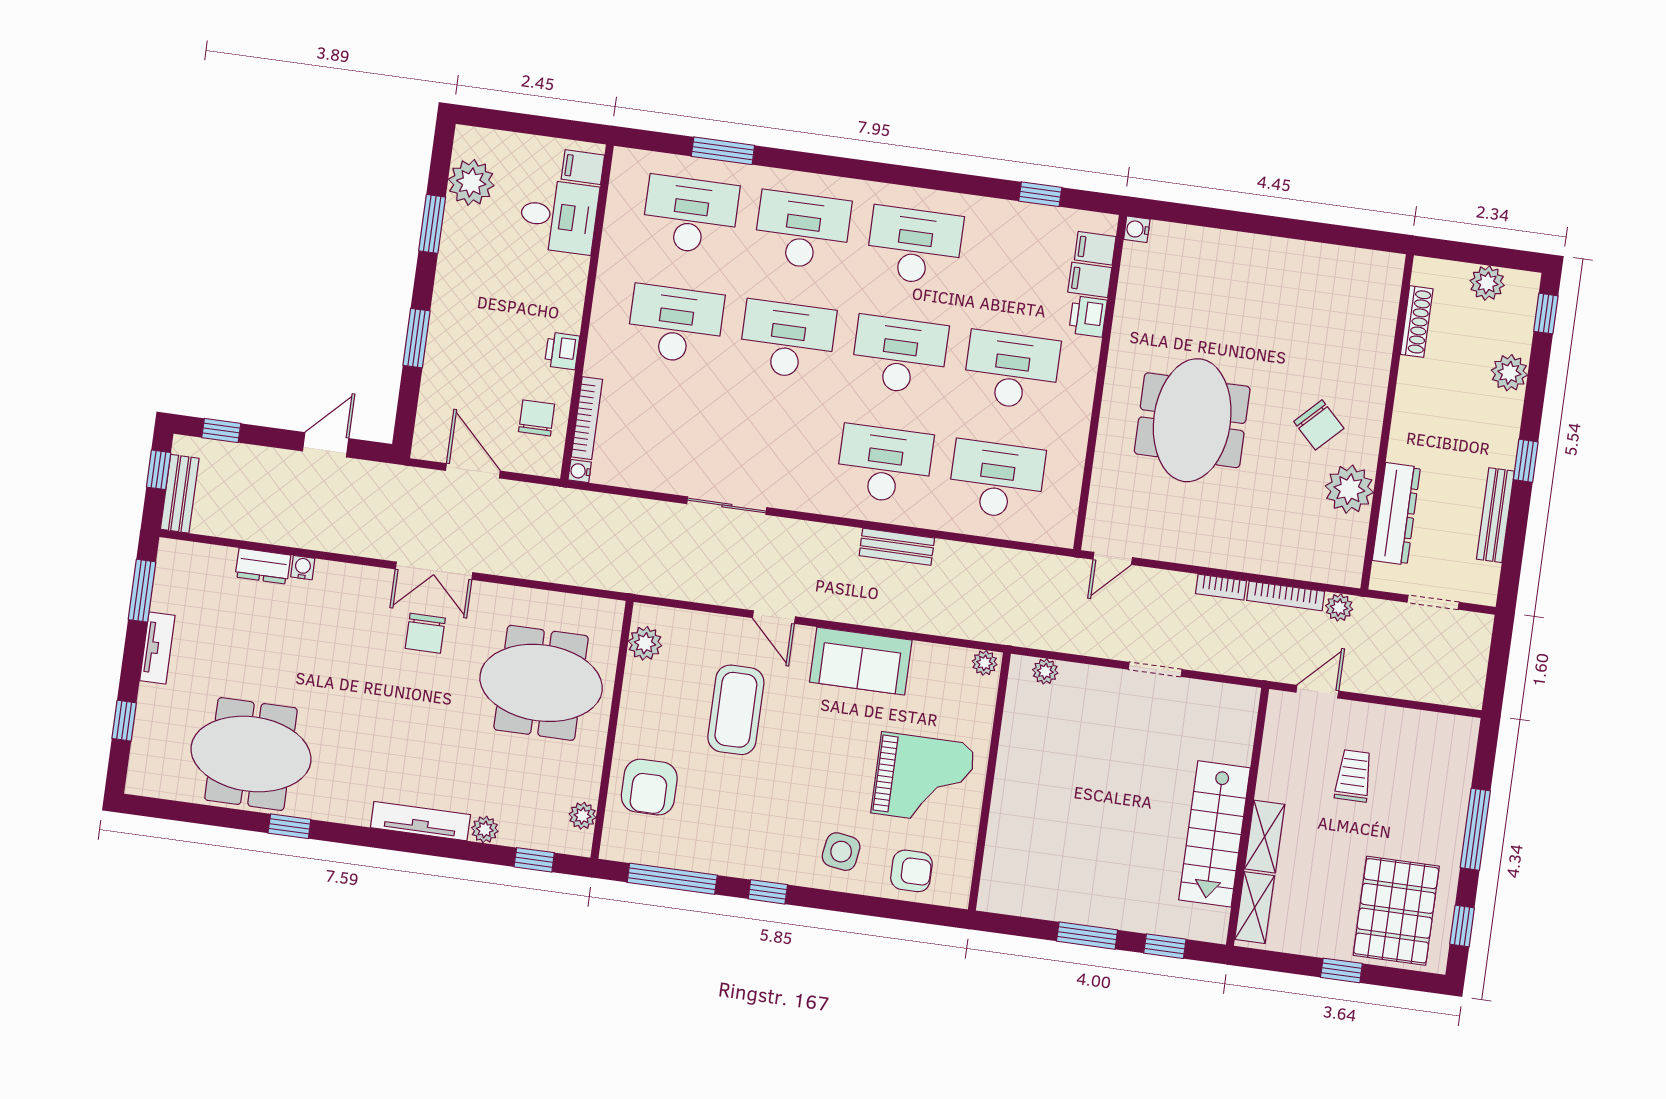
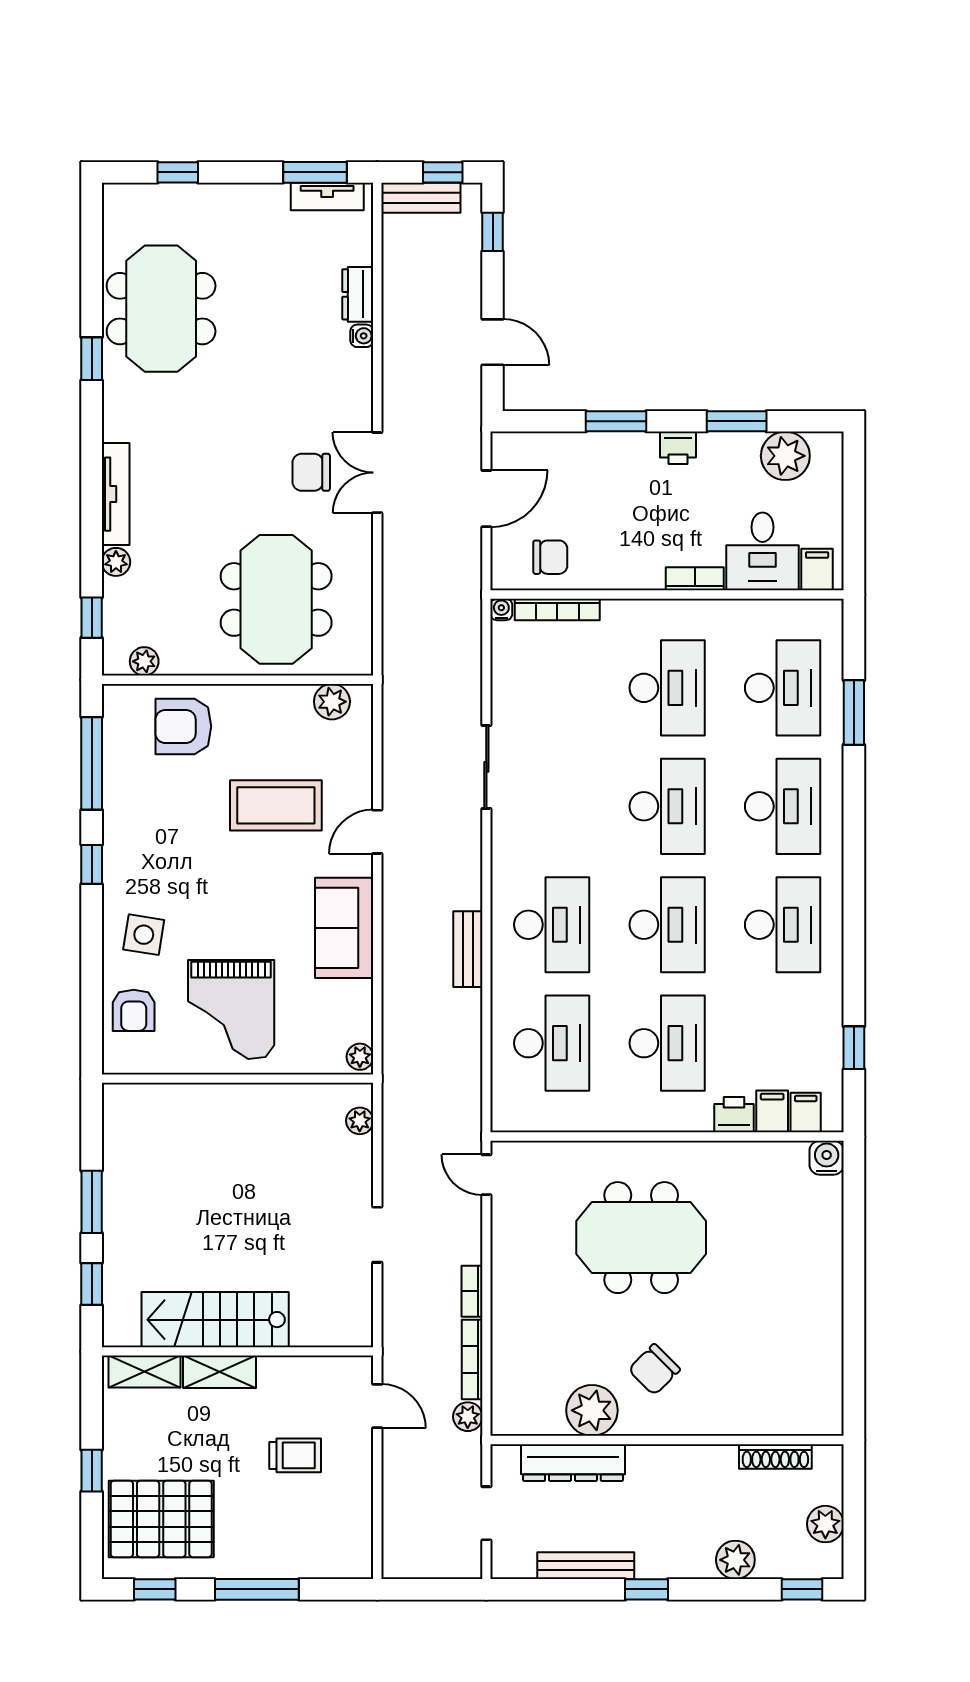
water cooler: (1137, 229) -> (827, 1158), width x1.38, depth x1.38
bookcase: (576, 284) -> (695, 579), added
printer: (562, 351) -> (678, 448), moved, turned 180
tv unit: (157, 648) -> (327, 196), moved

